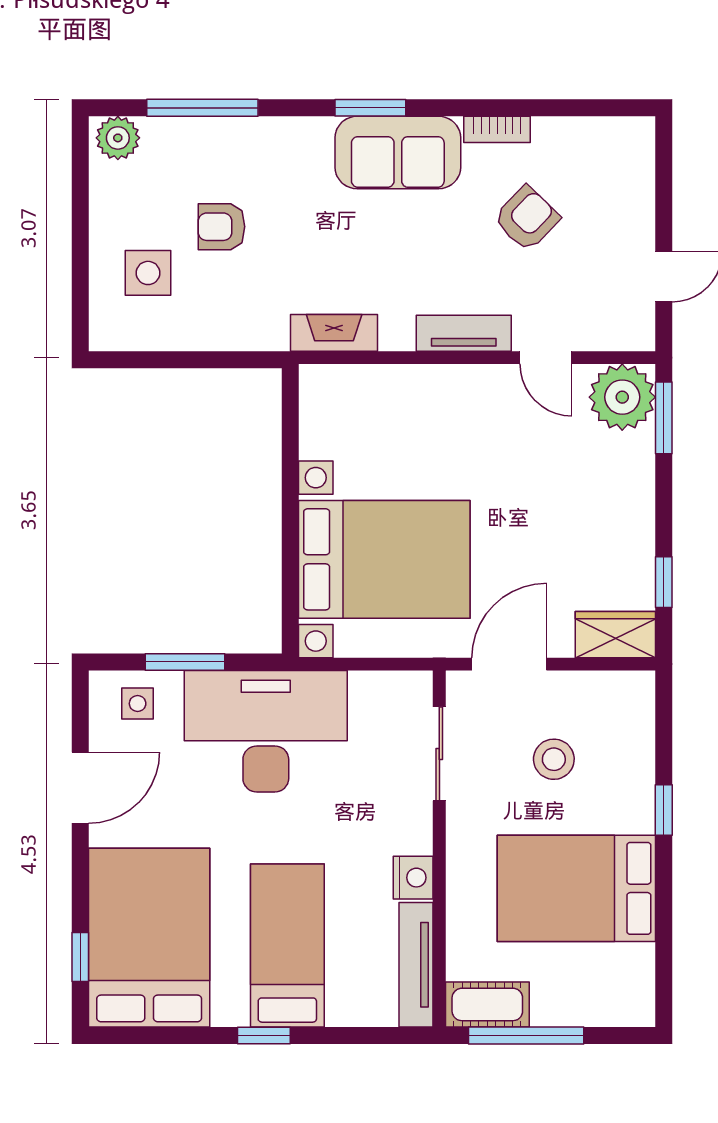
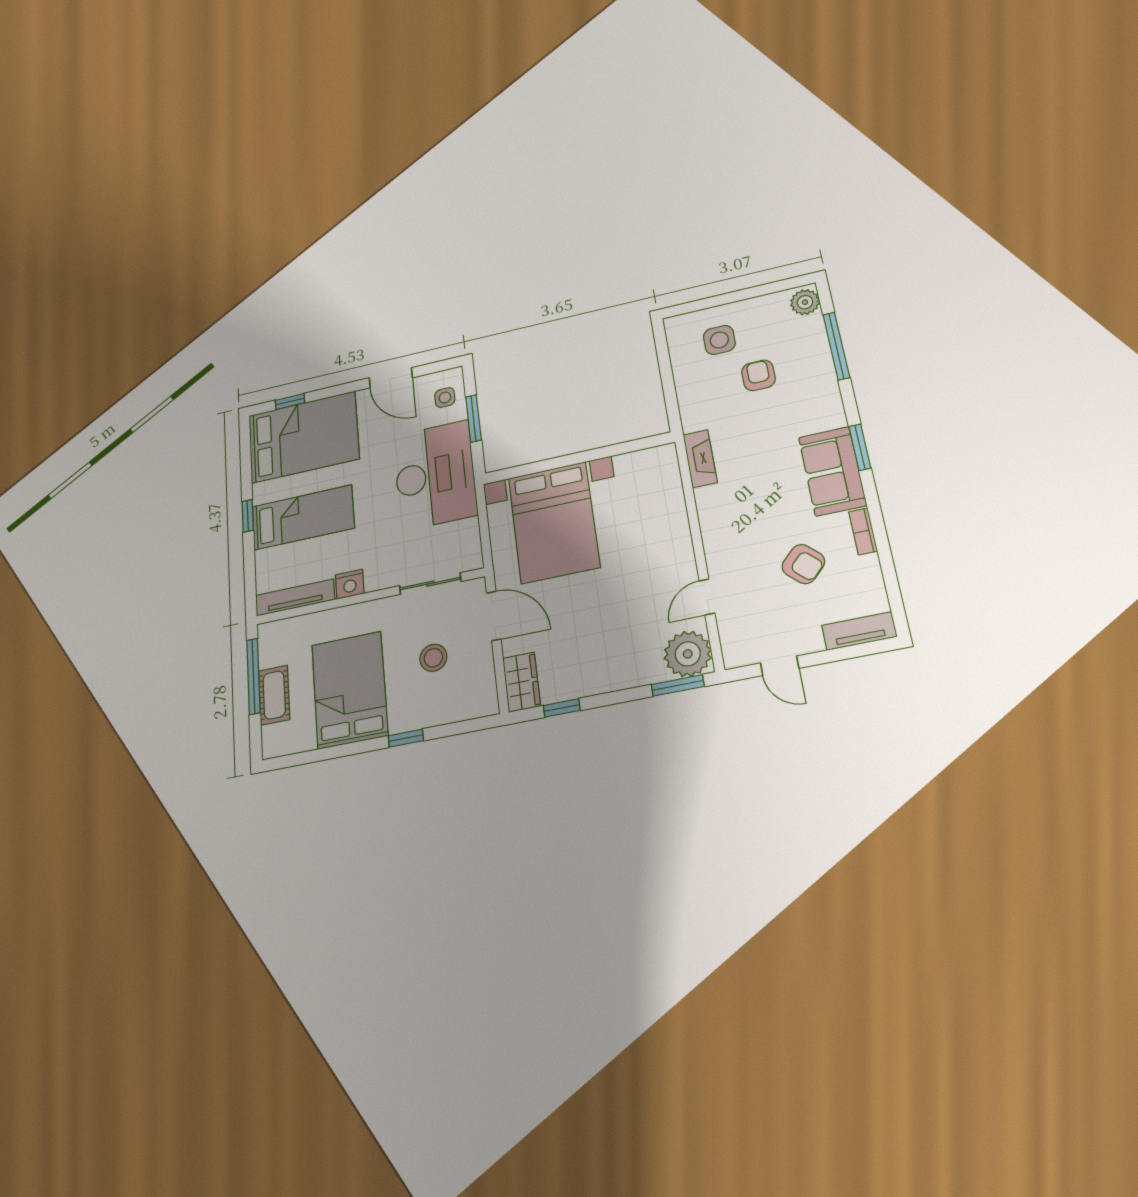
tv unit: (464, 333) -> (859, 631), moved, turned -90
cot: (487, 1004) -> (274, 695), moved

